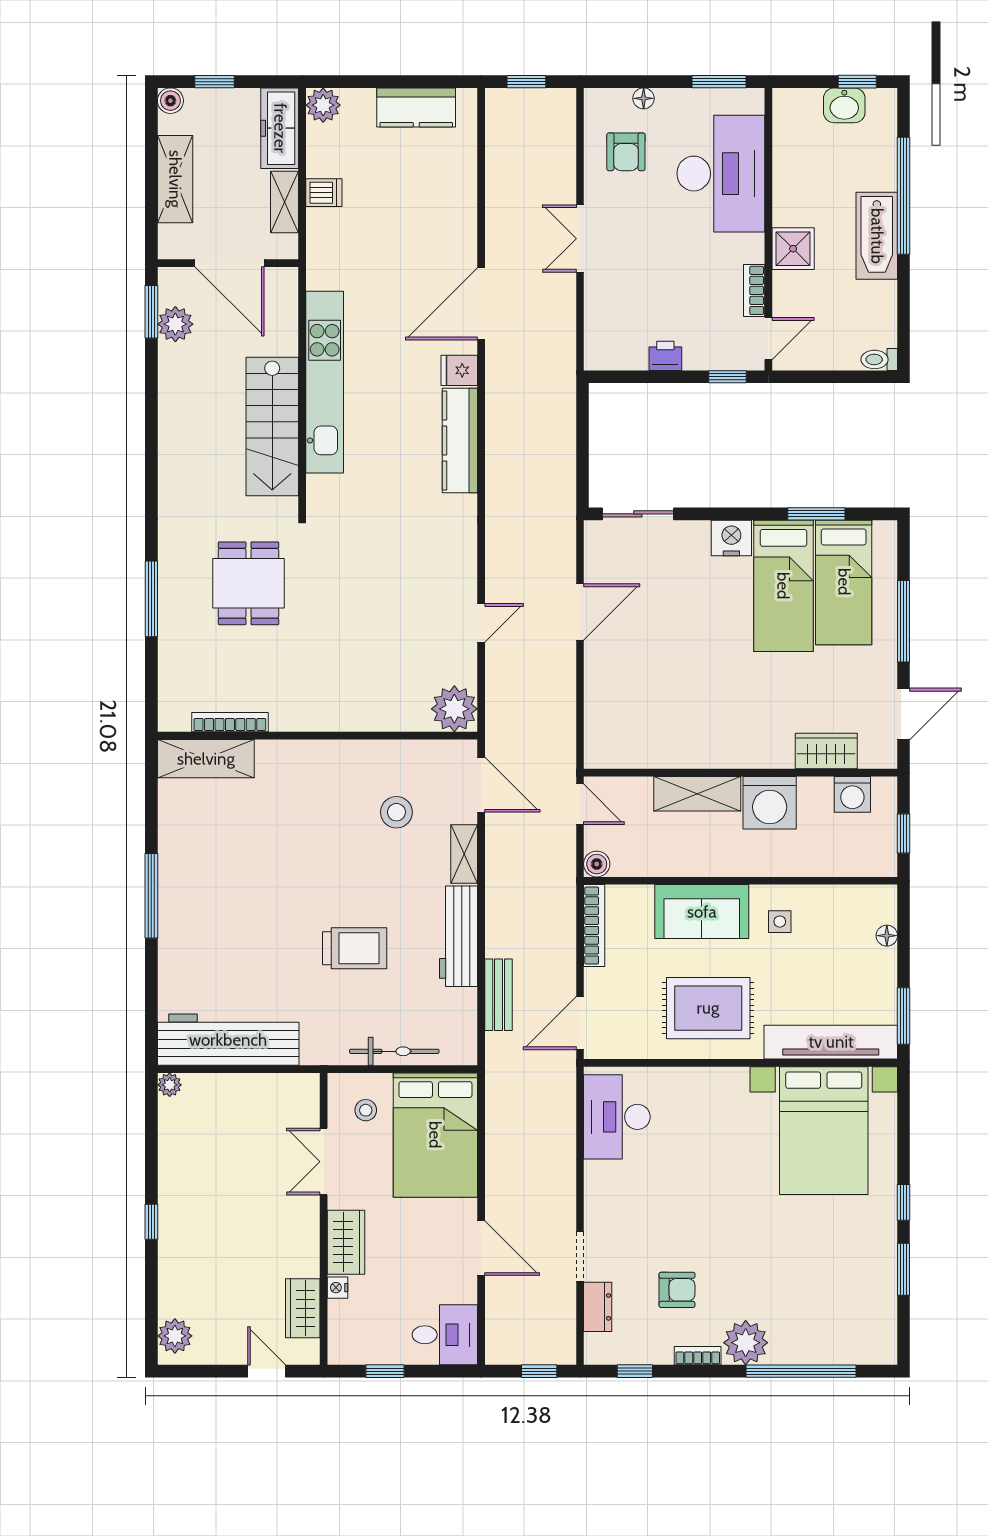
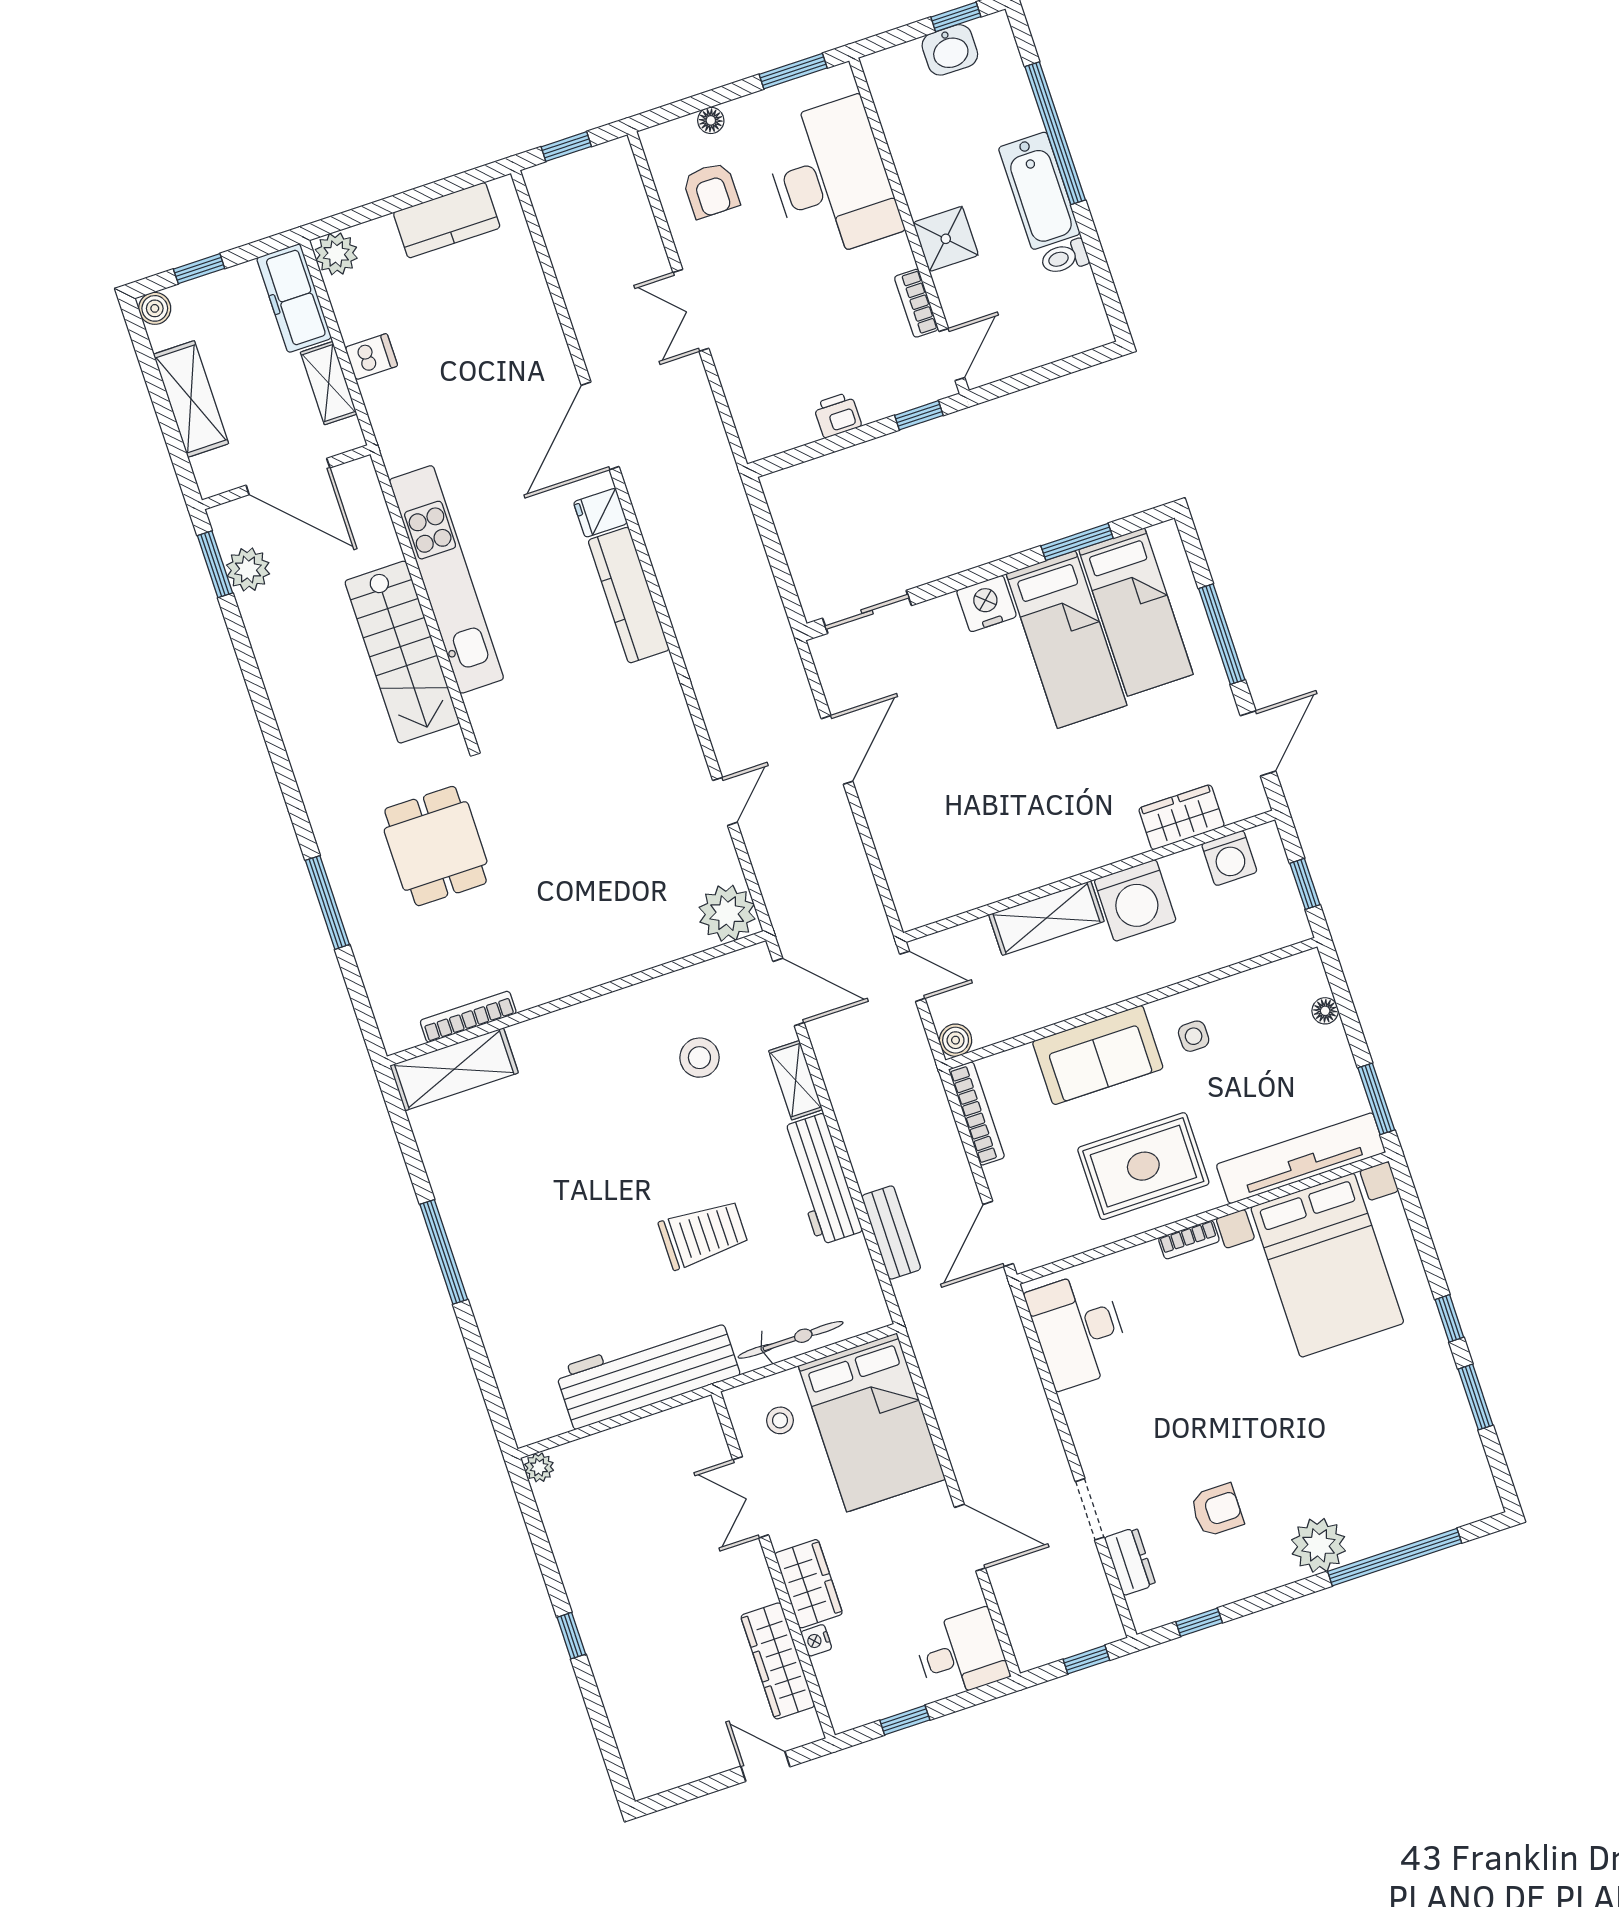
toilet: (879, 359) -> (1065, 257), moved
workbench: (228, 1040) -> (647, 1372), moved
wardrobe: (303, 1308) -> (778, 1661), width x1.50
plant: (175, 1336) -> (644, 1761), removed
bookcase: (698, 1356) -> (1189, 1240), moved, turned 180

